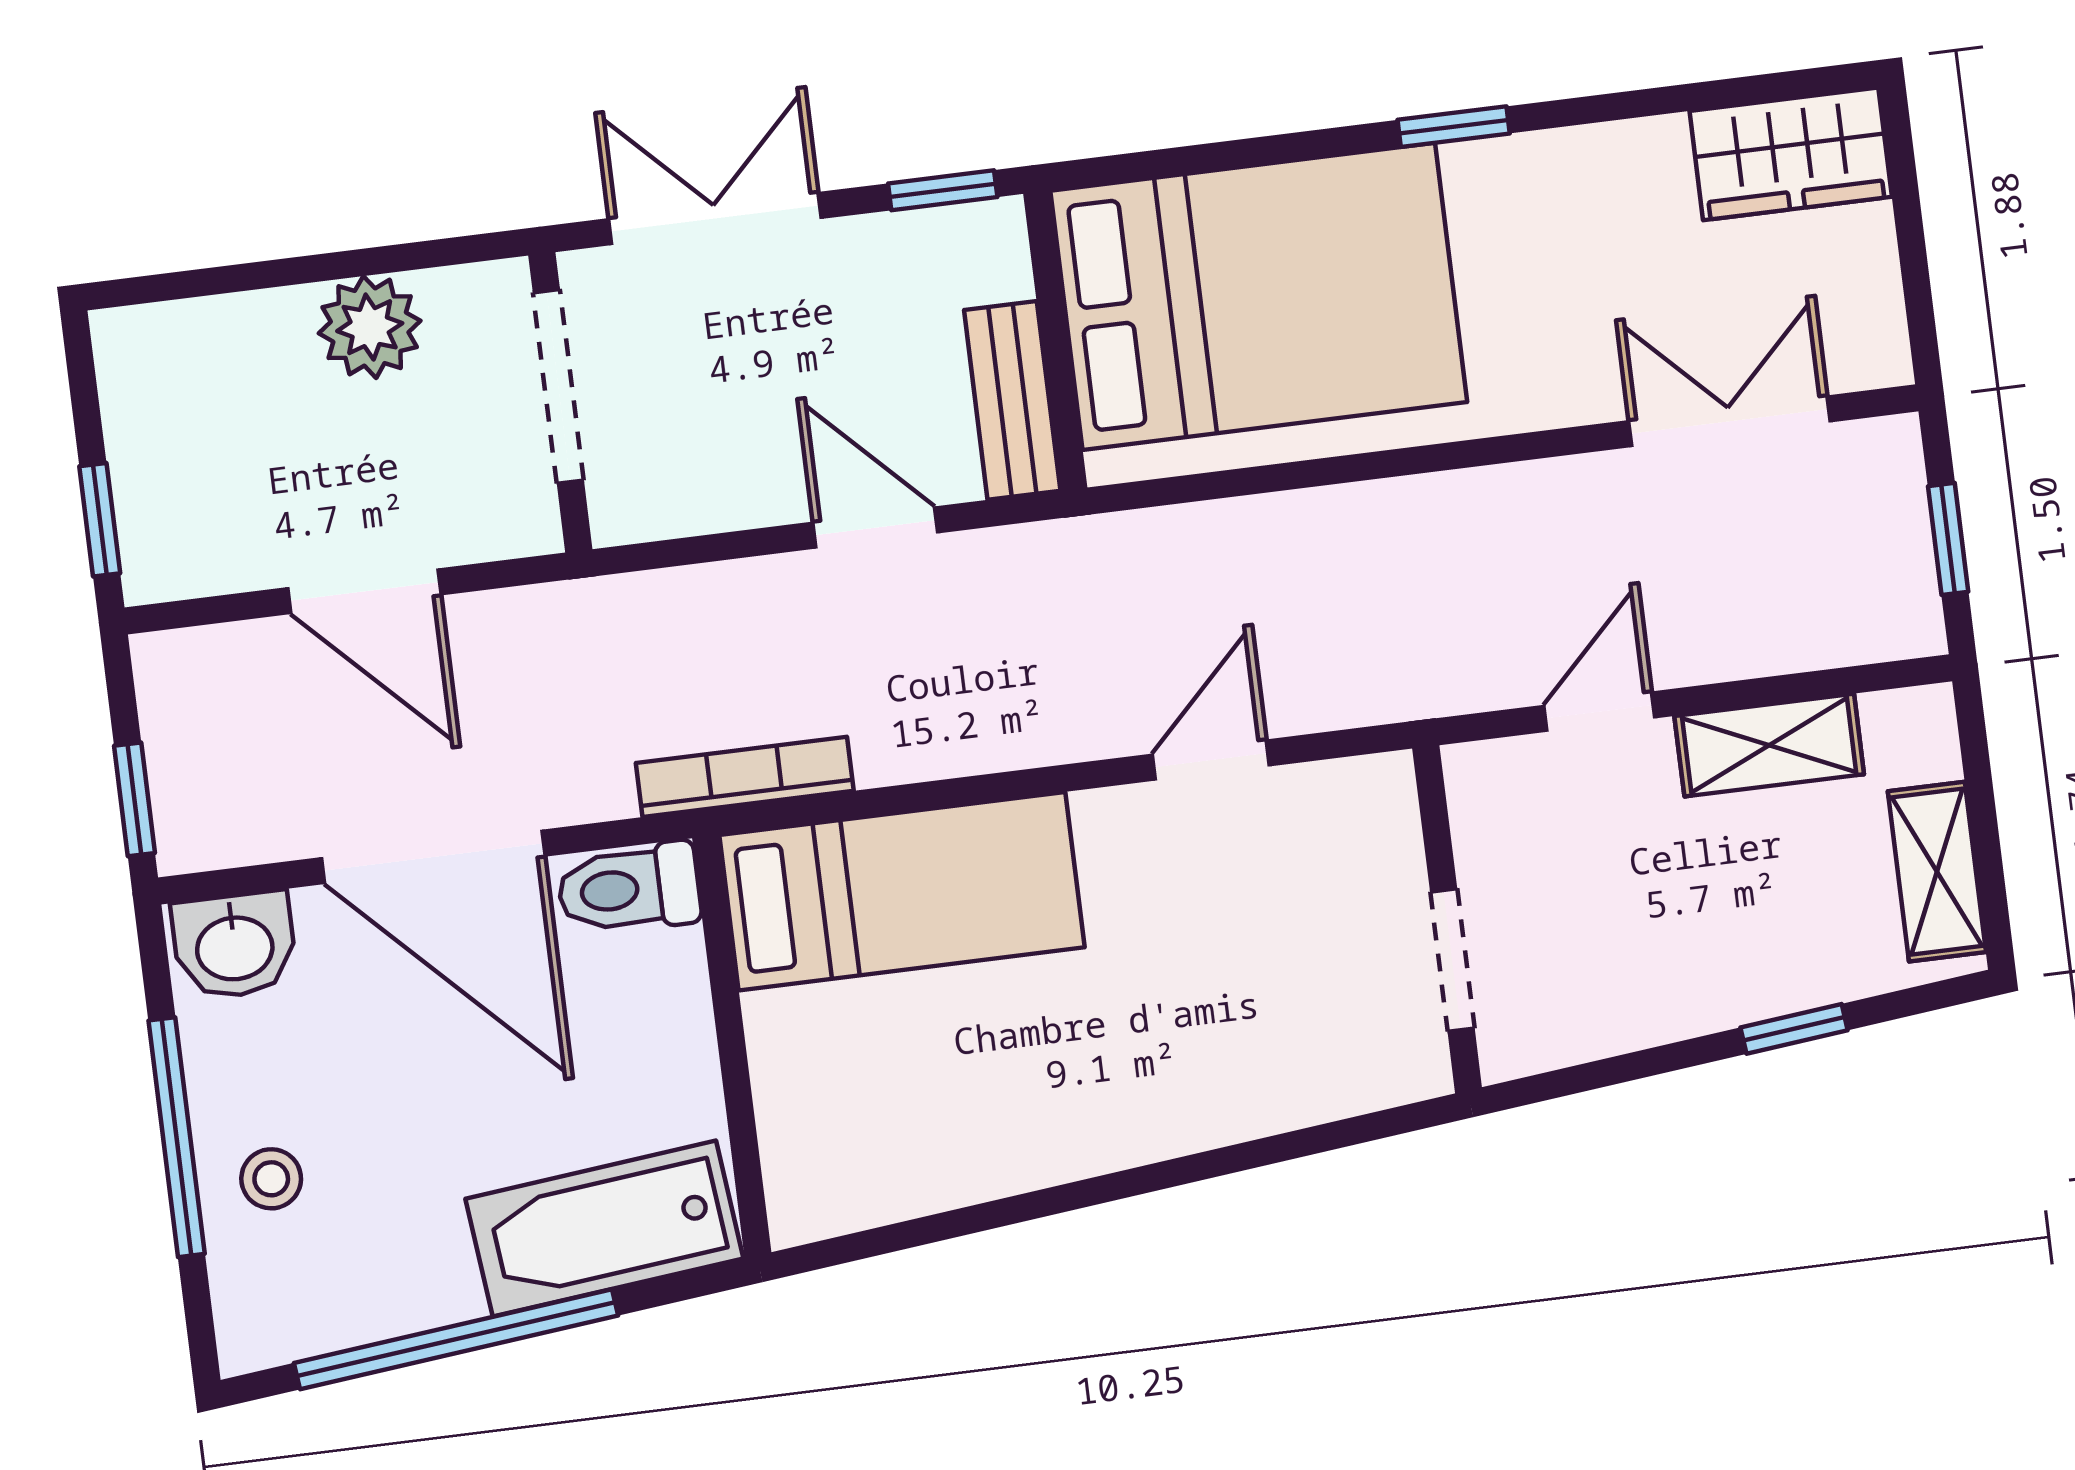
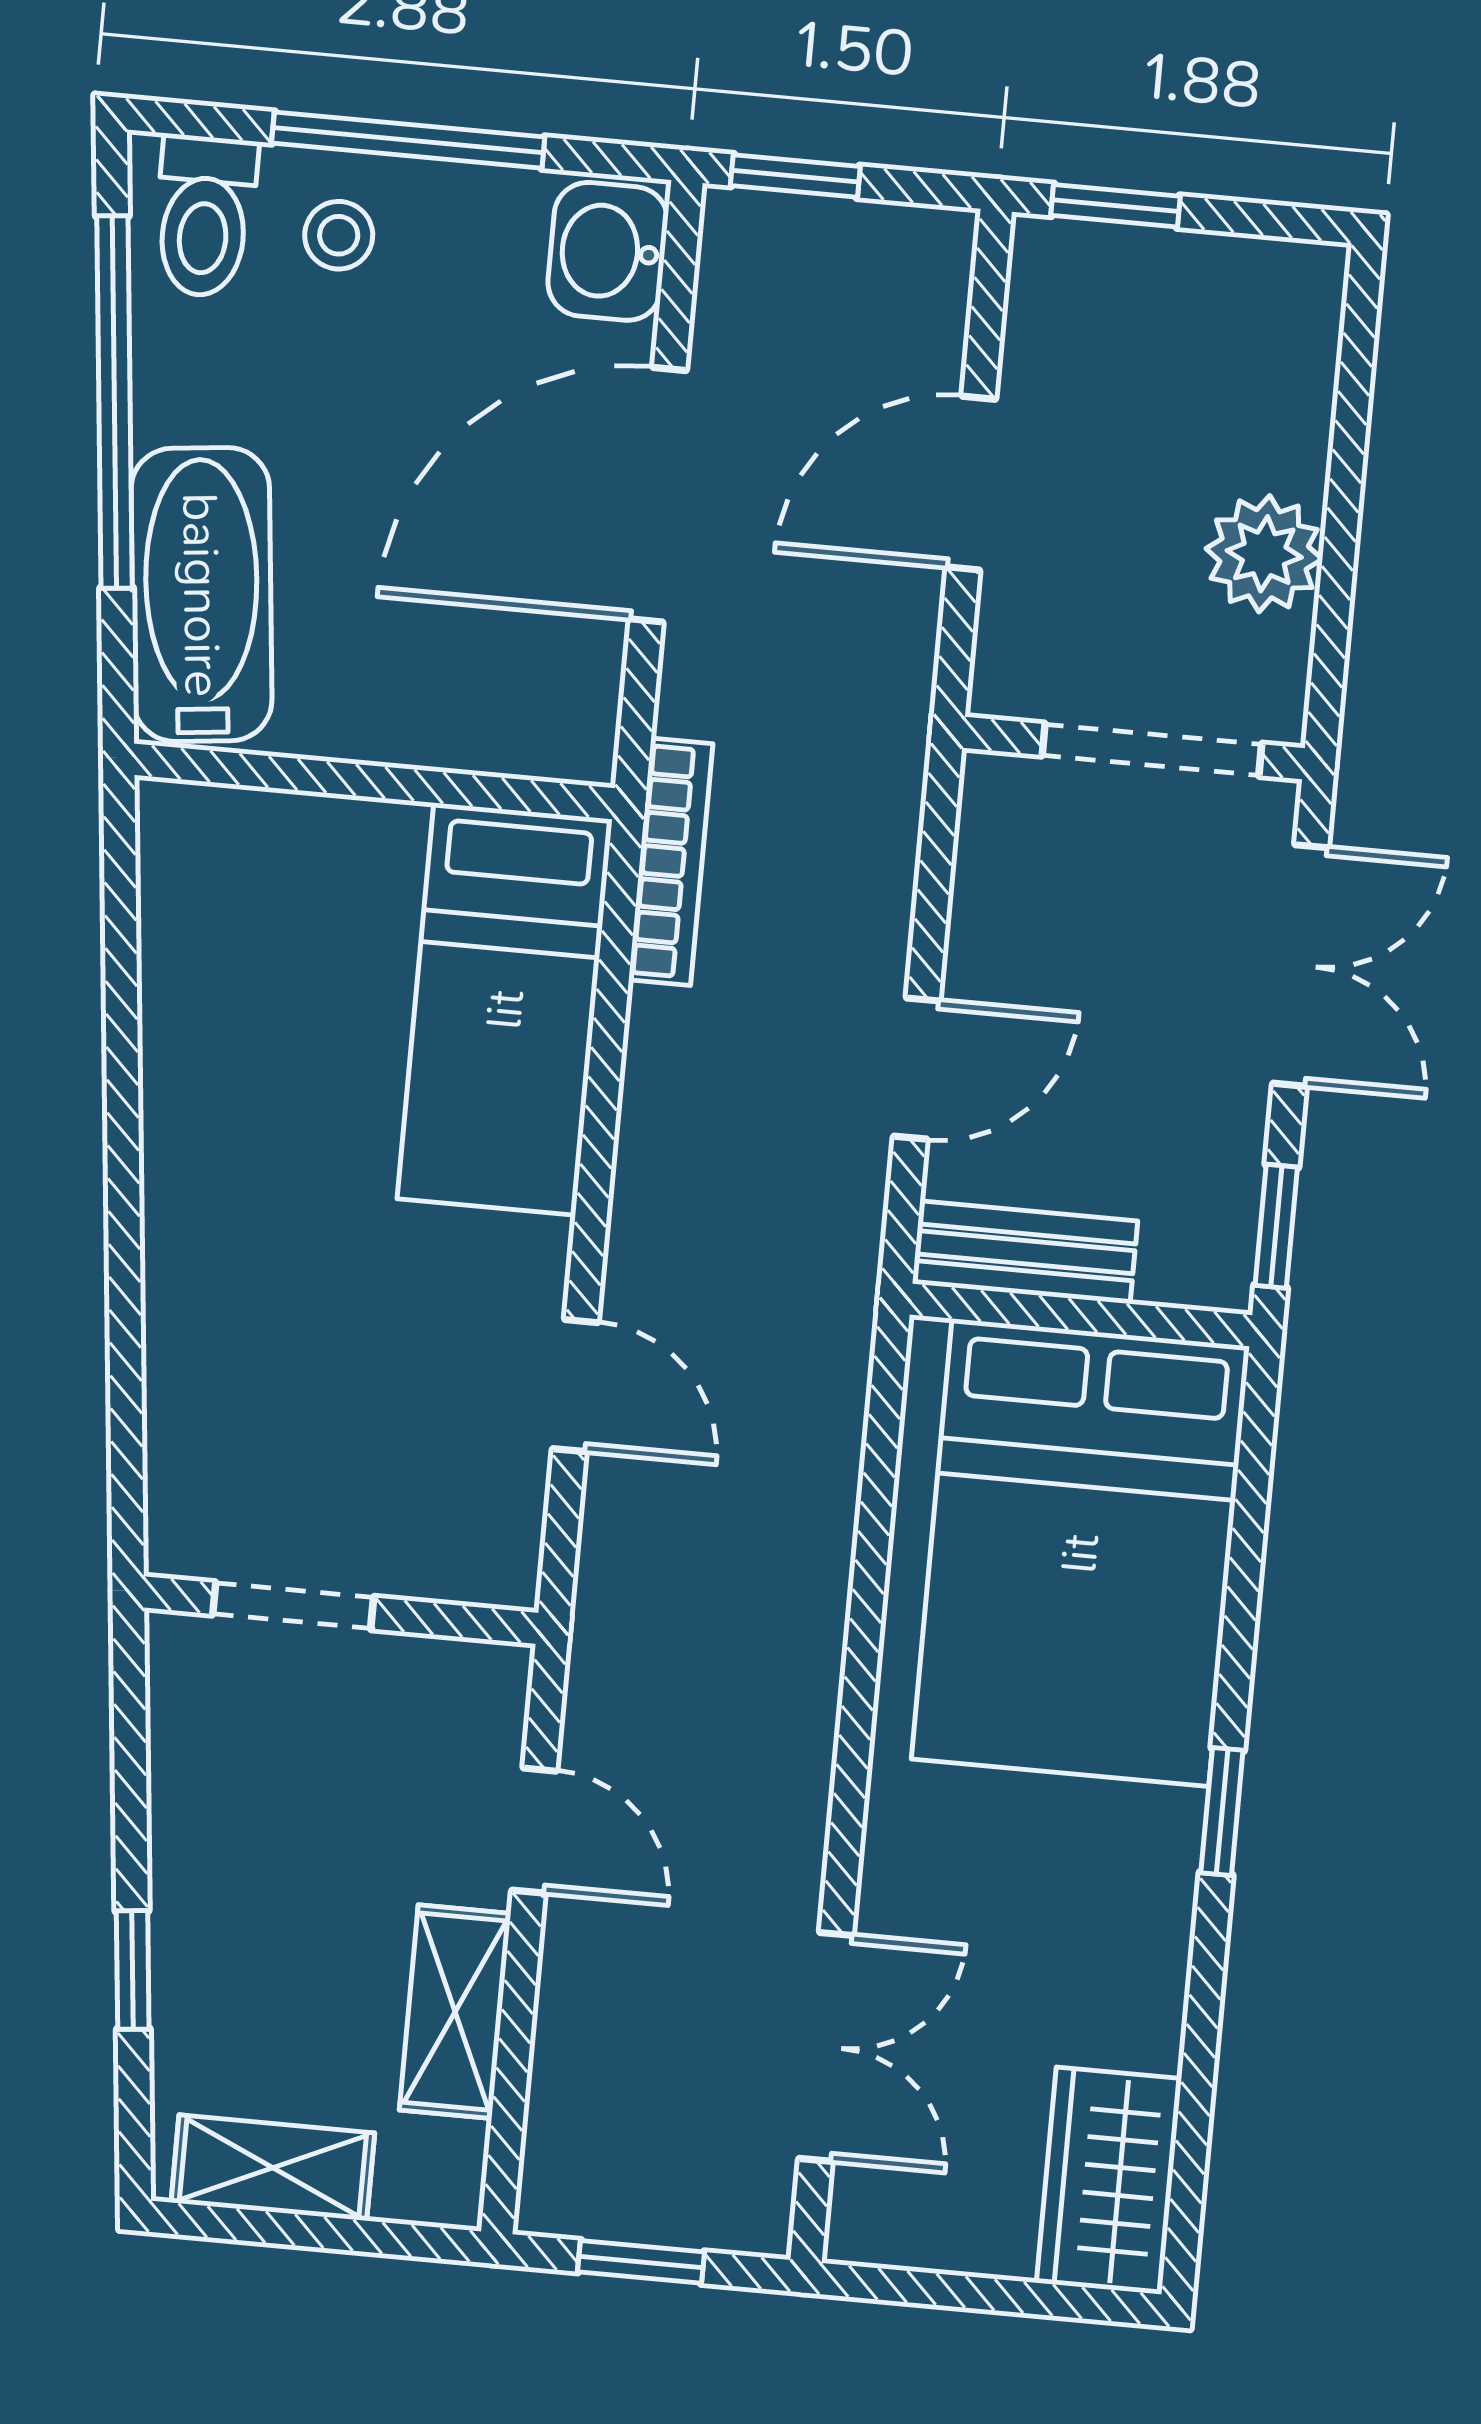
toilet: (629, 889) -> (205, 216), moved, turned 180

